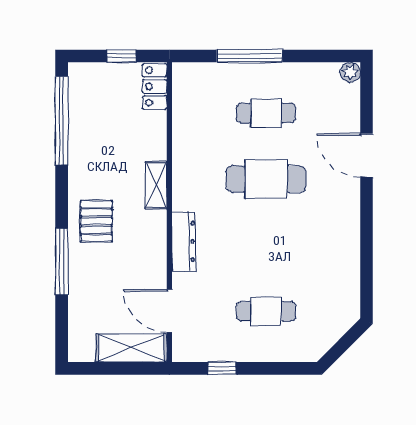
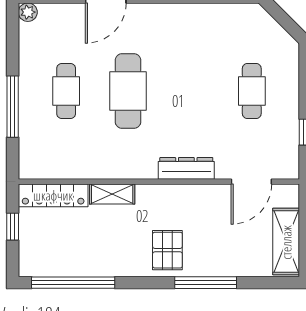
locker: (155, 86) -> (53, 195), width x1.53
shelving: (156, 185) -> (112, 194), moved
pallet: (96, 221) -> (167, 250), turned 90
shelving: (131, 348) -> (286, 242), moved

